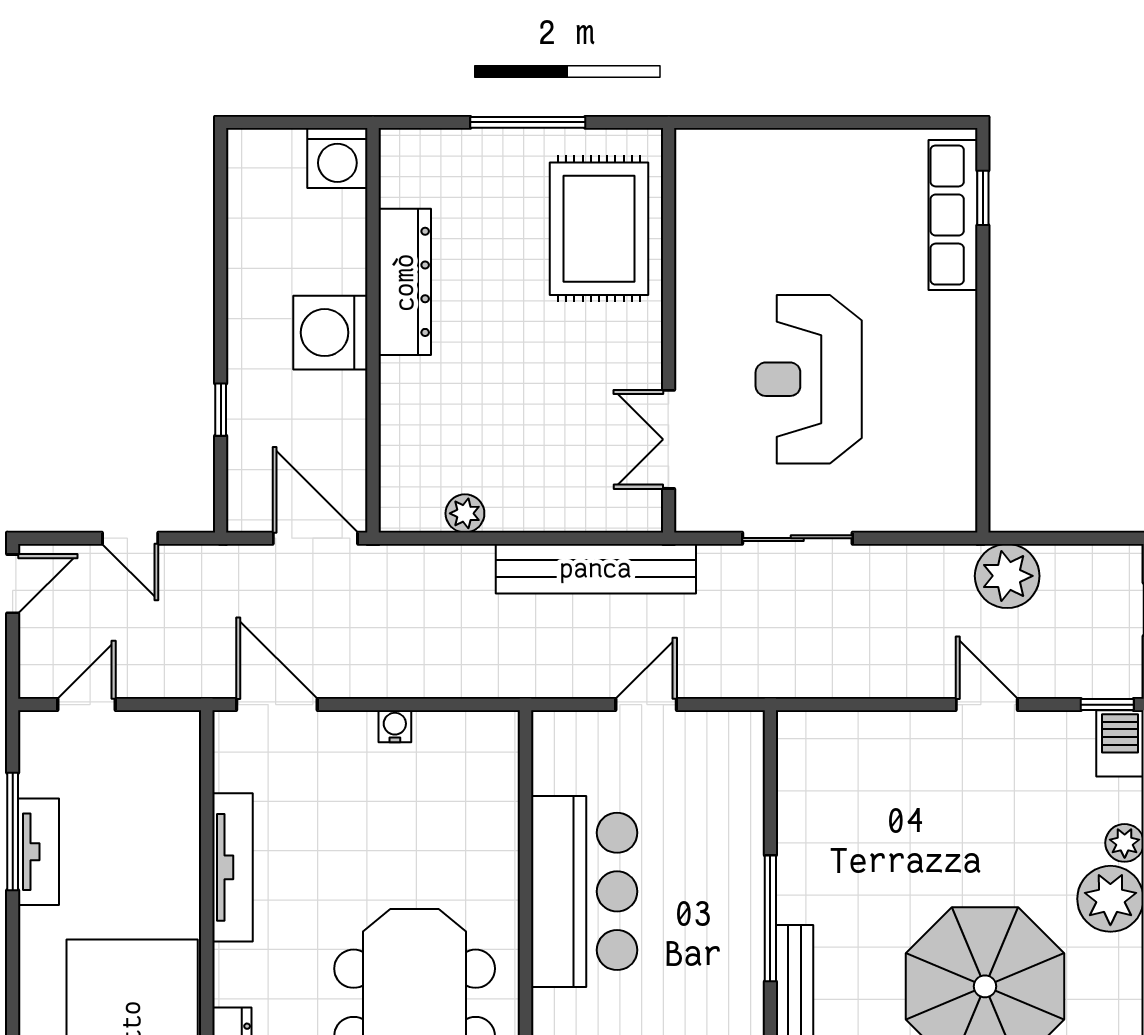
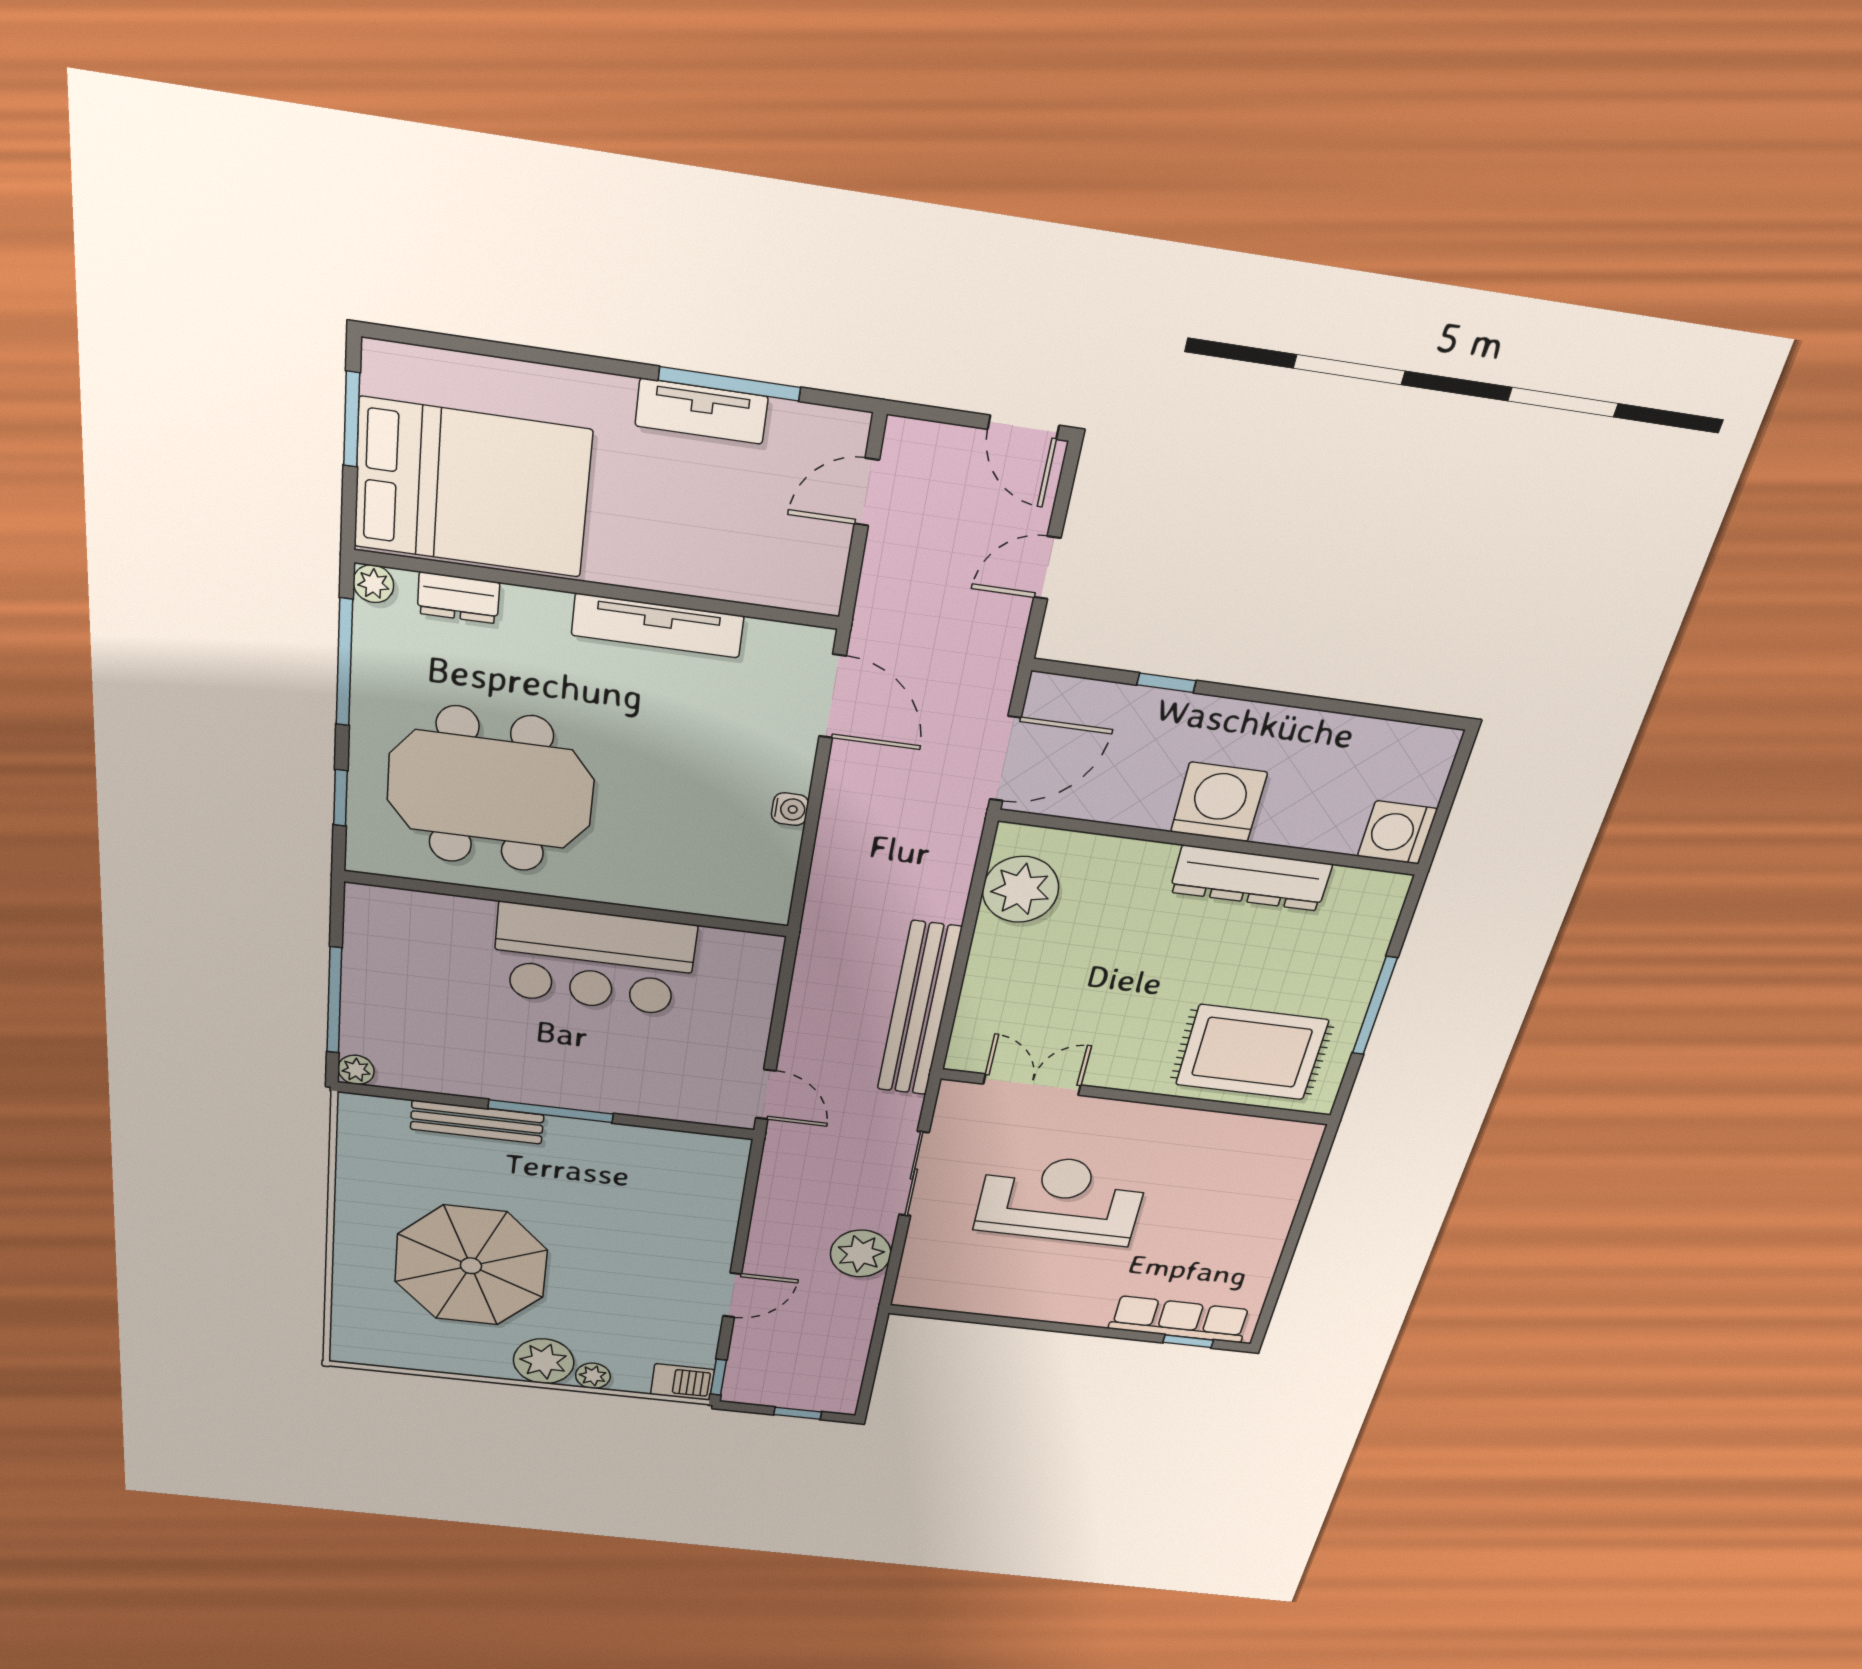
plant: (465, 513) -> (1021, 889), width x1.88, depth x1.88
plant: (1007, 576) -> (861, 1254), moved
door: (87, 705) -> (867, 492), swing flipped
door: (277, 705) -> (832, 696), hinge flipped
door: (646, 705) -> (766, 1094), moved

